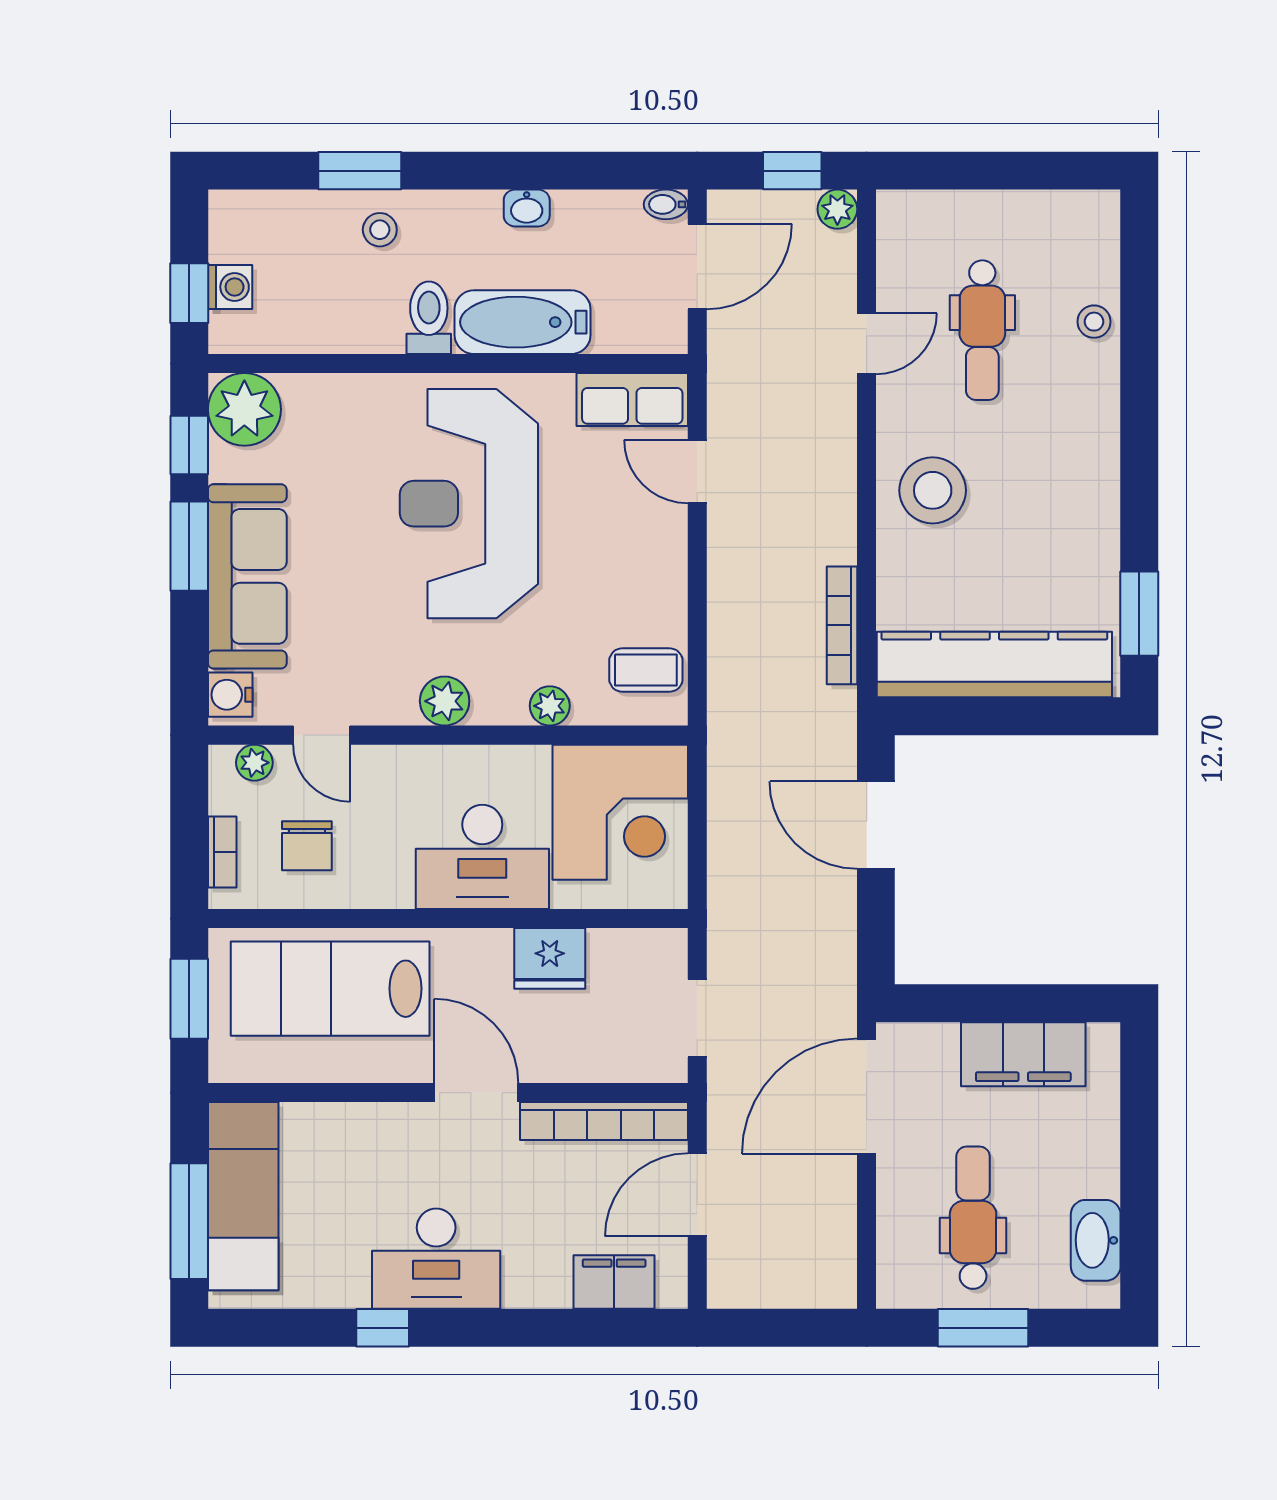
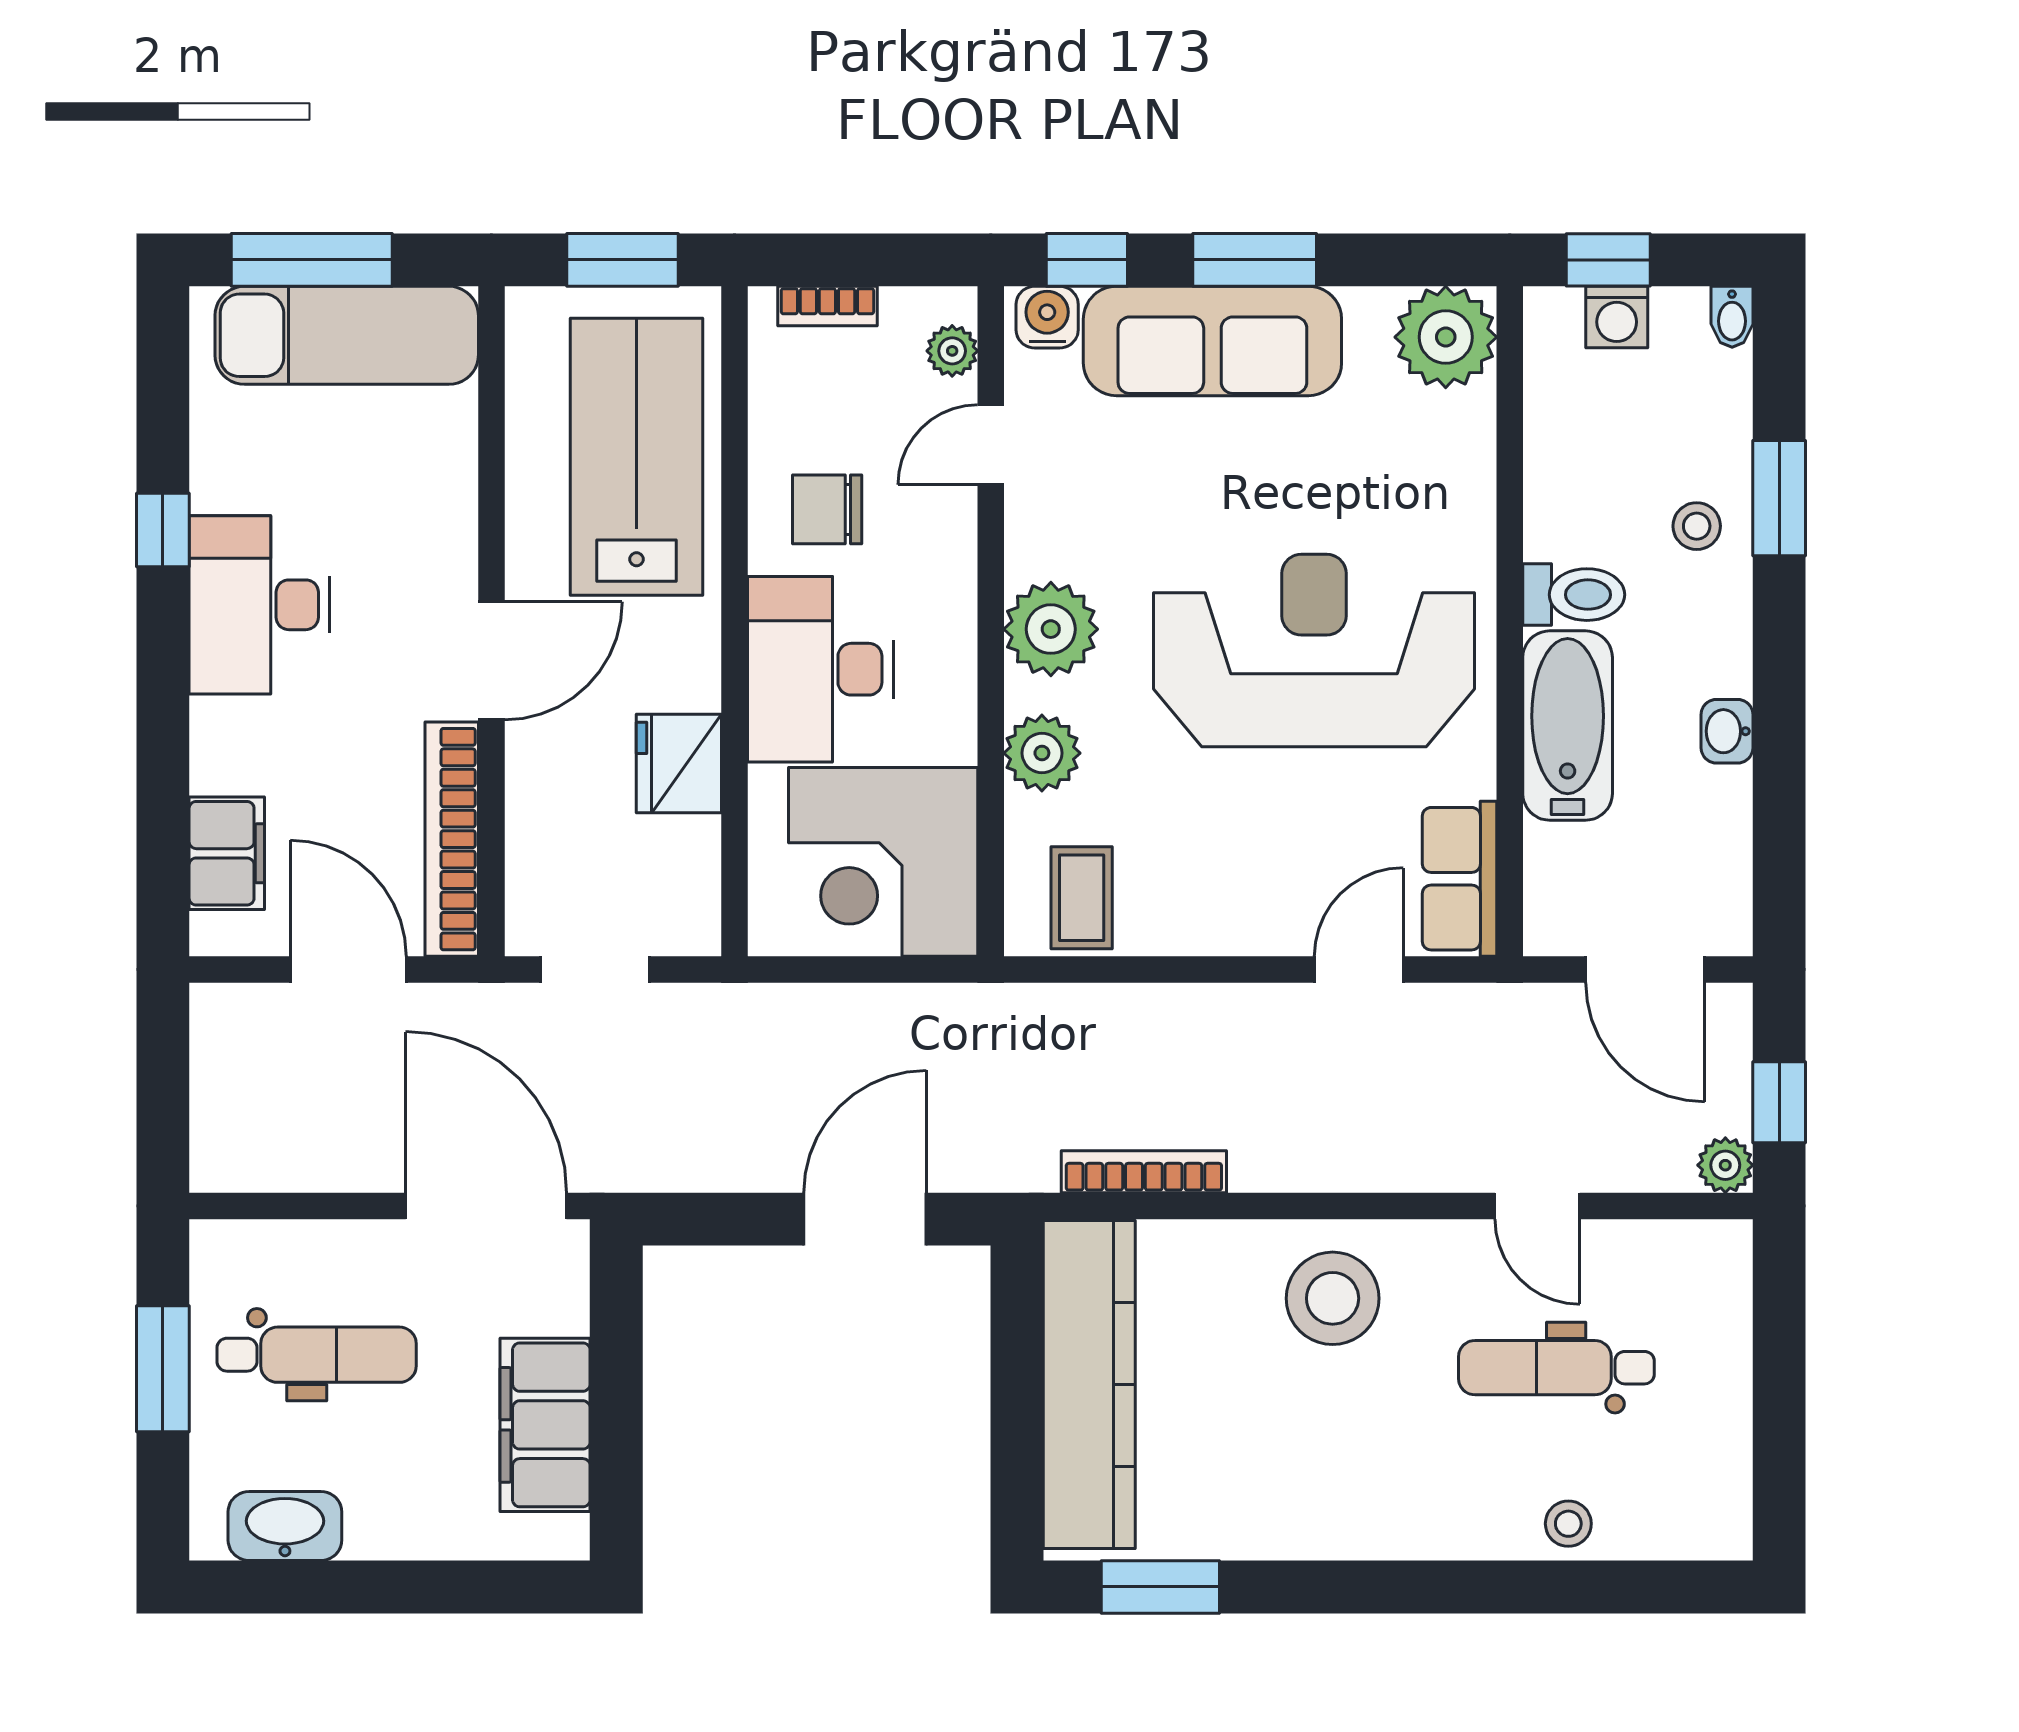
bidet: (666, 204) -> (1732, 317), moved, turned 180
window: (189, 445) -> (1087, 260), moved
plant: (445, 701) -> (1051, 629), width x1.36, depth x1.36
plant: (550, 706) -> (1042, 753), width x1.38, depth x1.38
chair: (307, 846) -> (827, 509), moved

